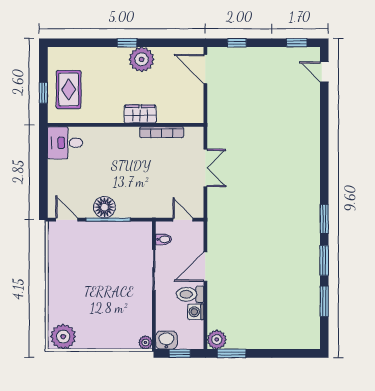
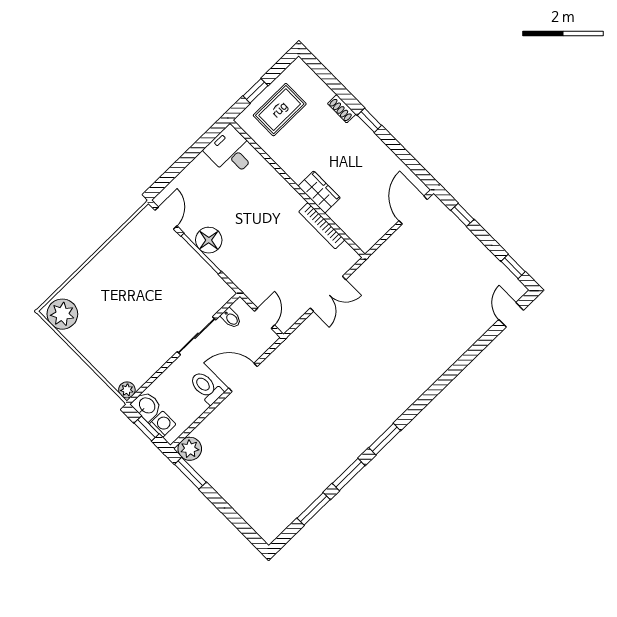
shoe rack: (104, 52) -> (342, 109), added
plant: (142, 59) -> (367, 147), removed
washing machine: (196, 312) -> (163, 424), moved, turned 90

